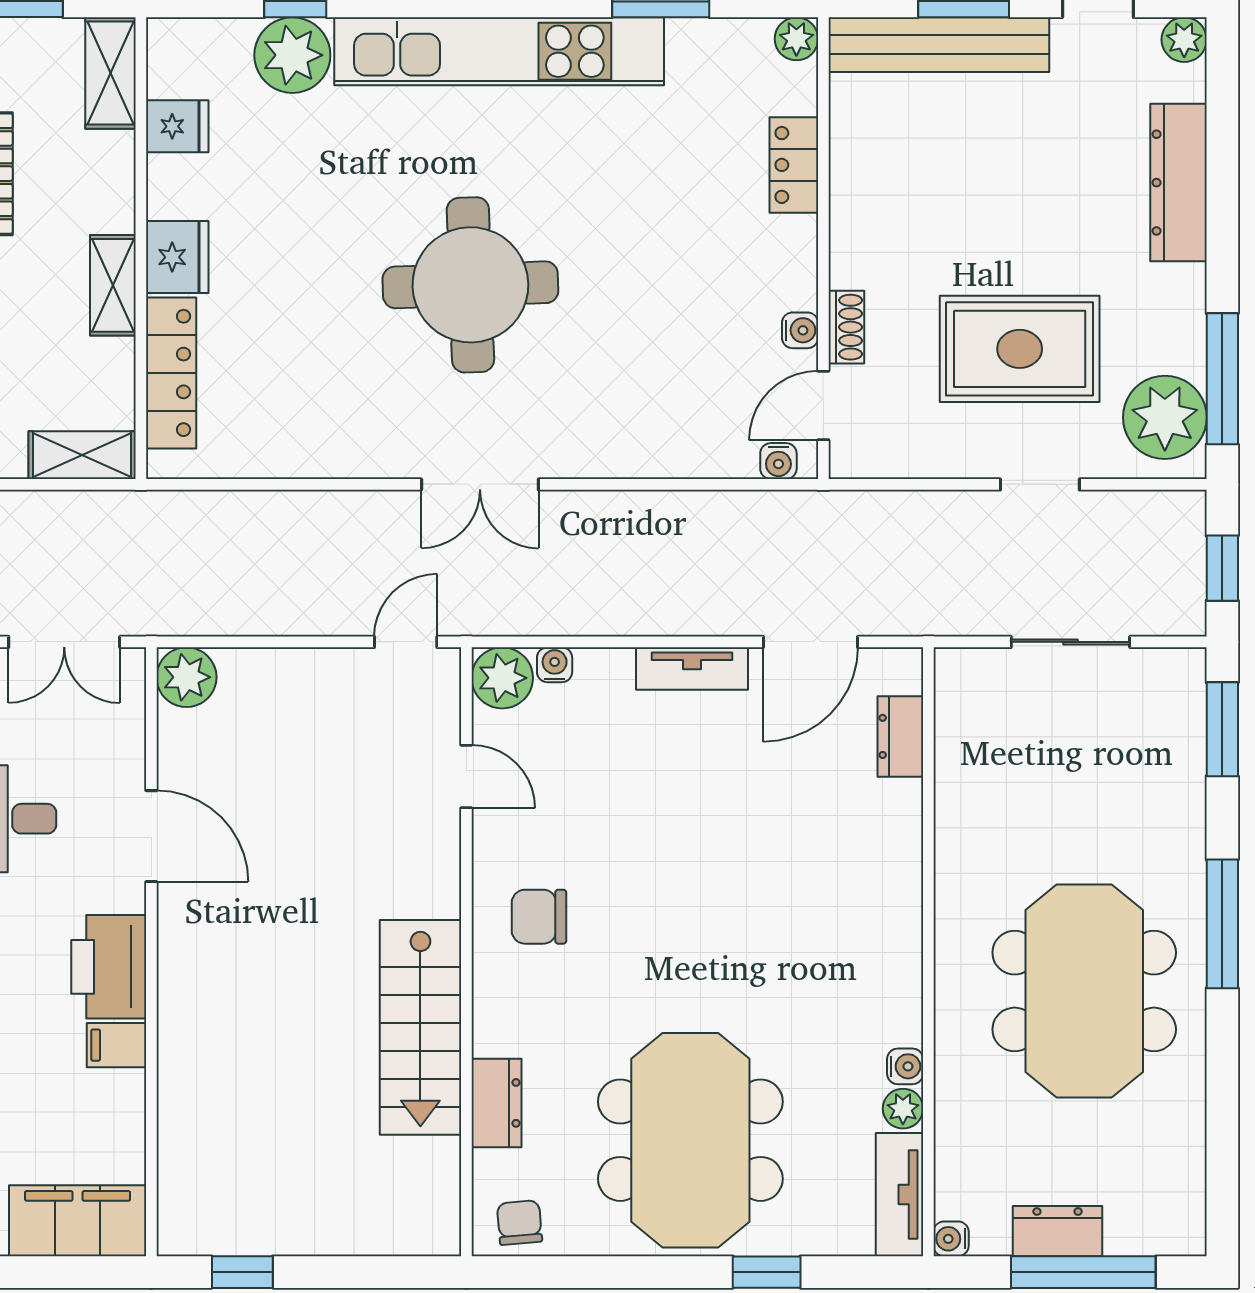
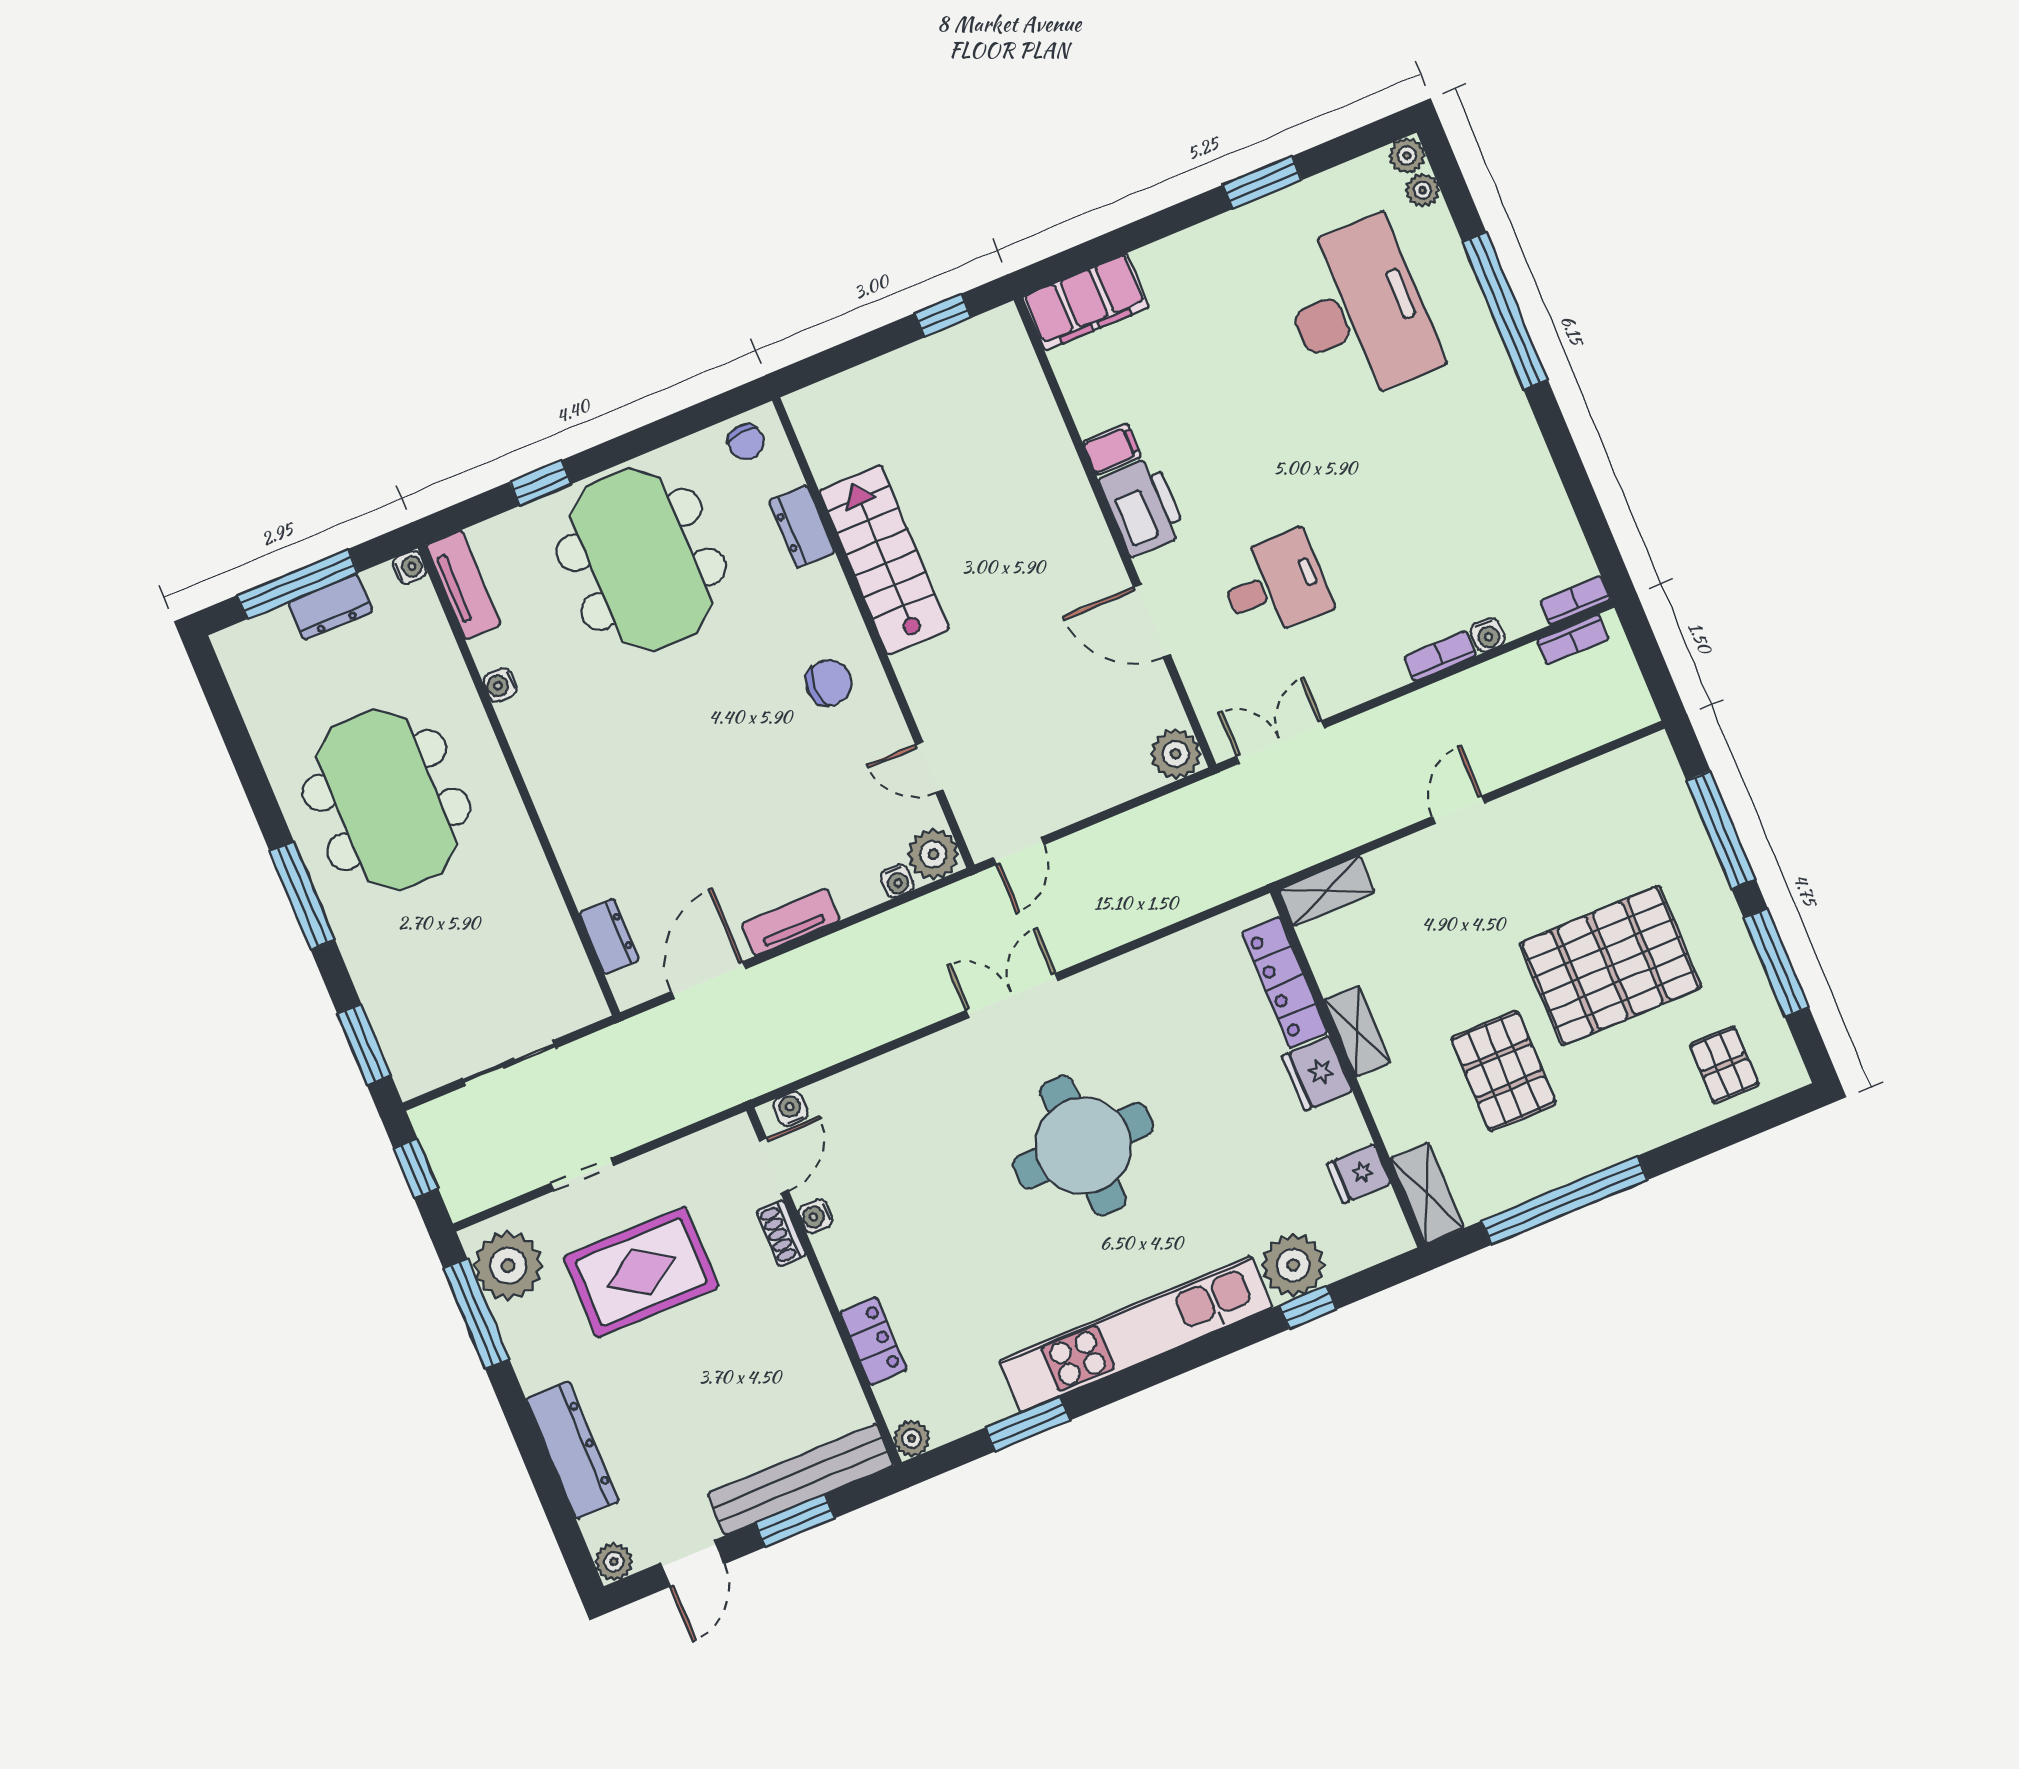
plant: (903, 1109) -> (488, 652), removed

